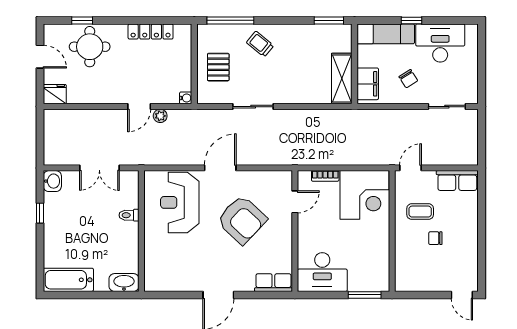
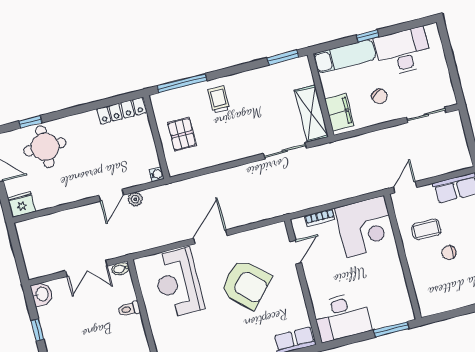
locker: (151, 32) -> (122, 111), moved
trolley: (260, 44) -> (219, 100), turned 51
sliding door: (253, 107) -> (285, 151), moved
bidet: (130, 176) -> (120, 269), added

